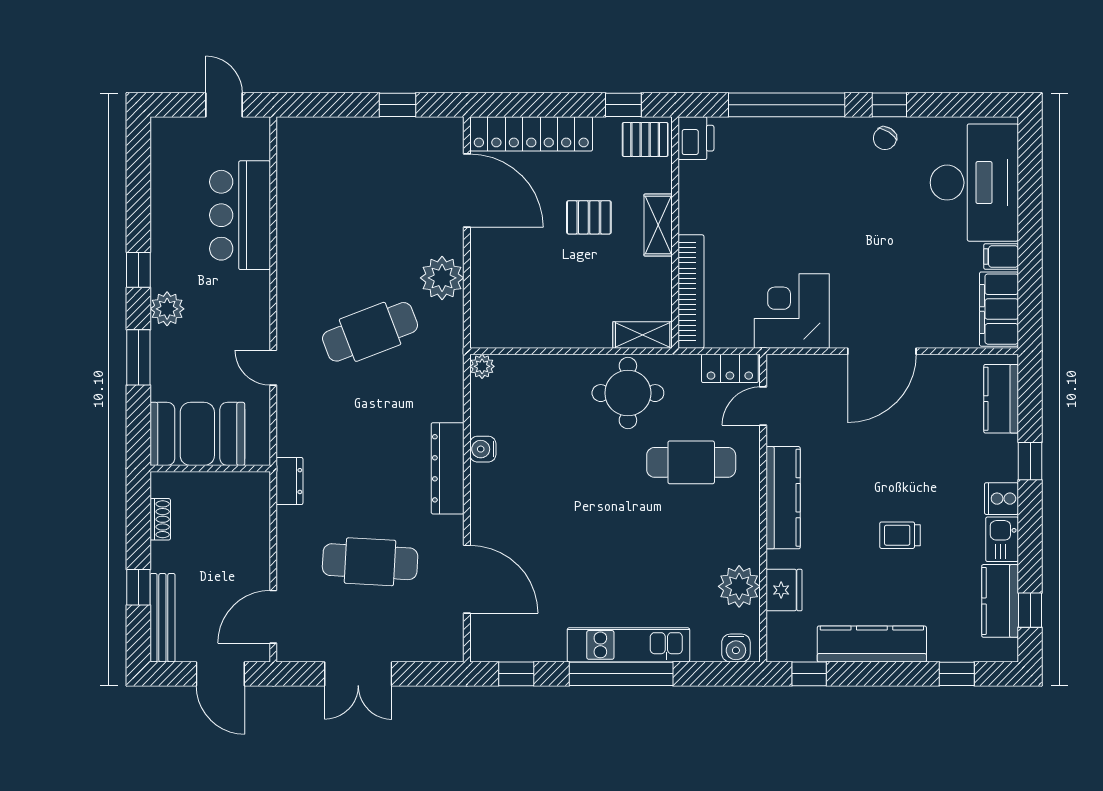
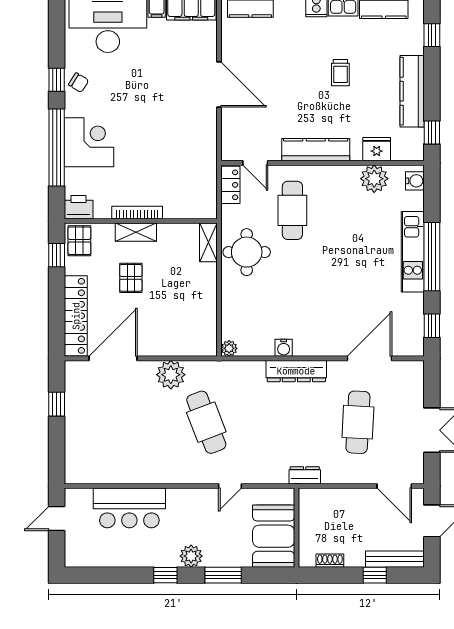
bookcase: (691, 291) -> (137, 213), moved, width x0.68, depth x0.76
corner desk: (792, 311) -> (89, 142), moved, turned 180

